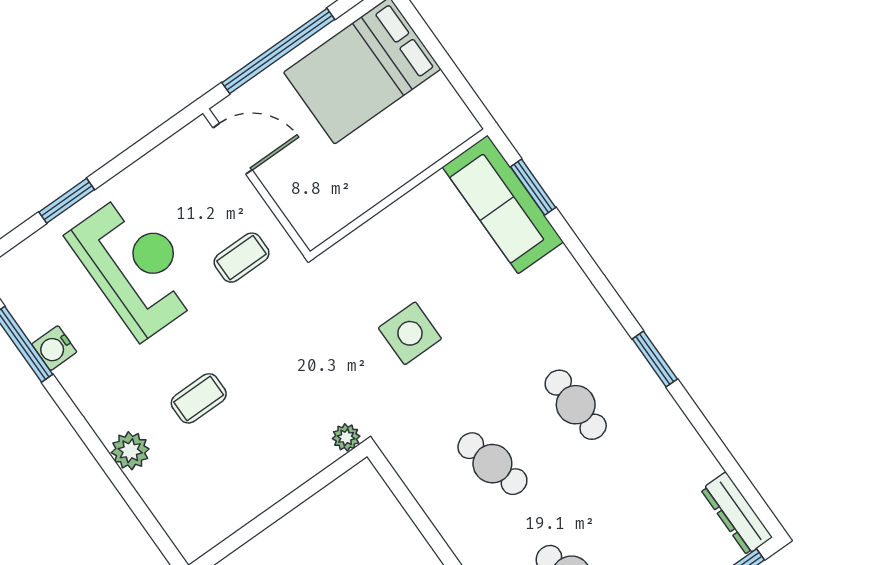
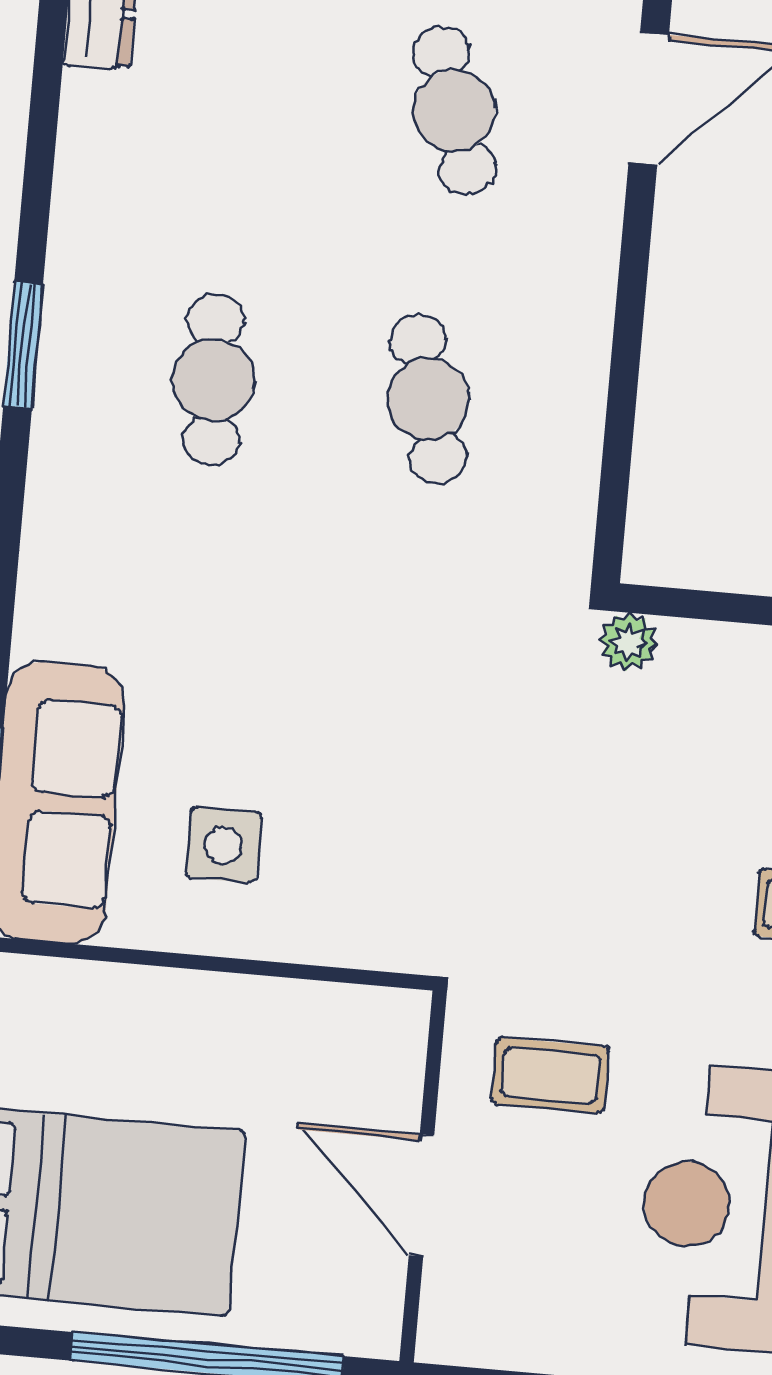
door: (233, 149) -> (421, 1195), moved
side table: (410, 333) -> (223, 845), moved, width x0.73, depth x0.73

